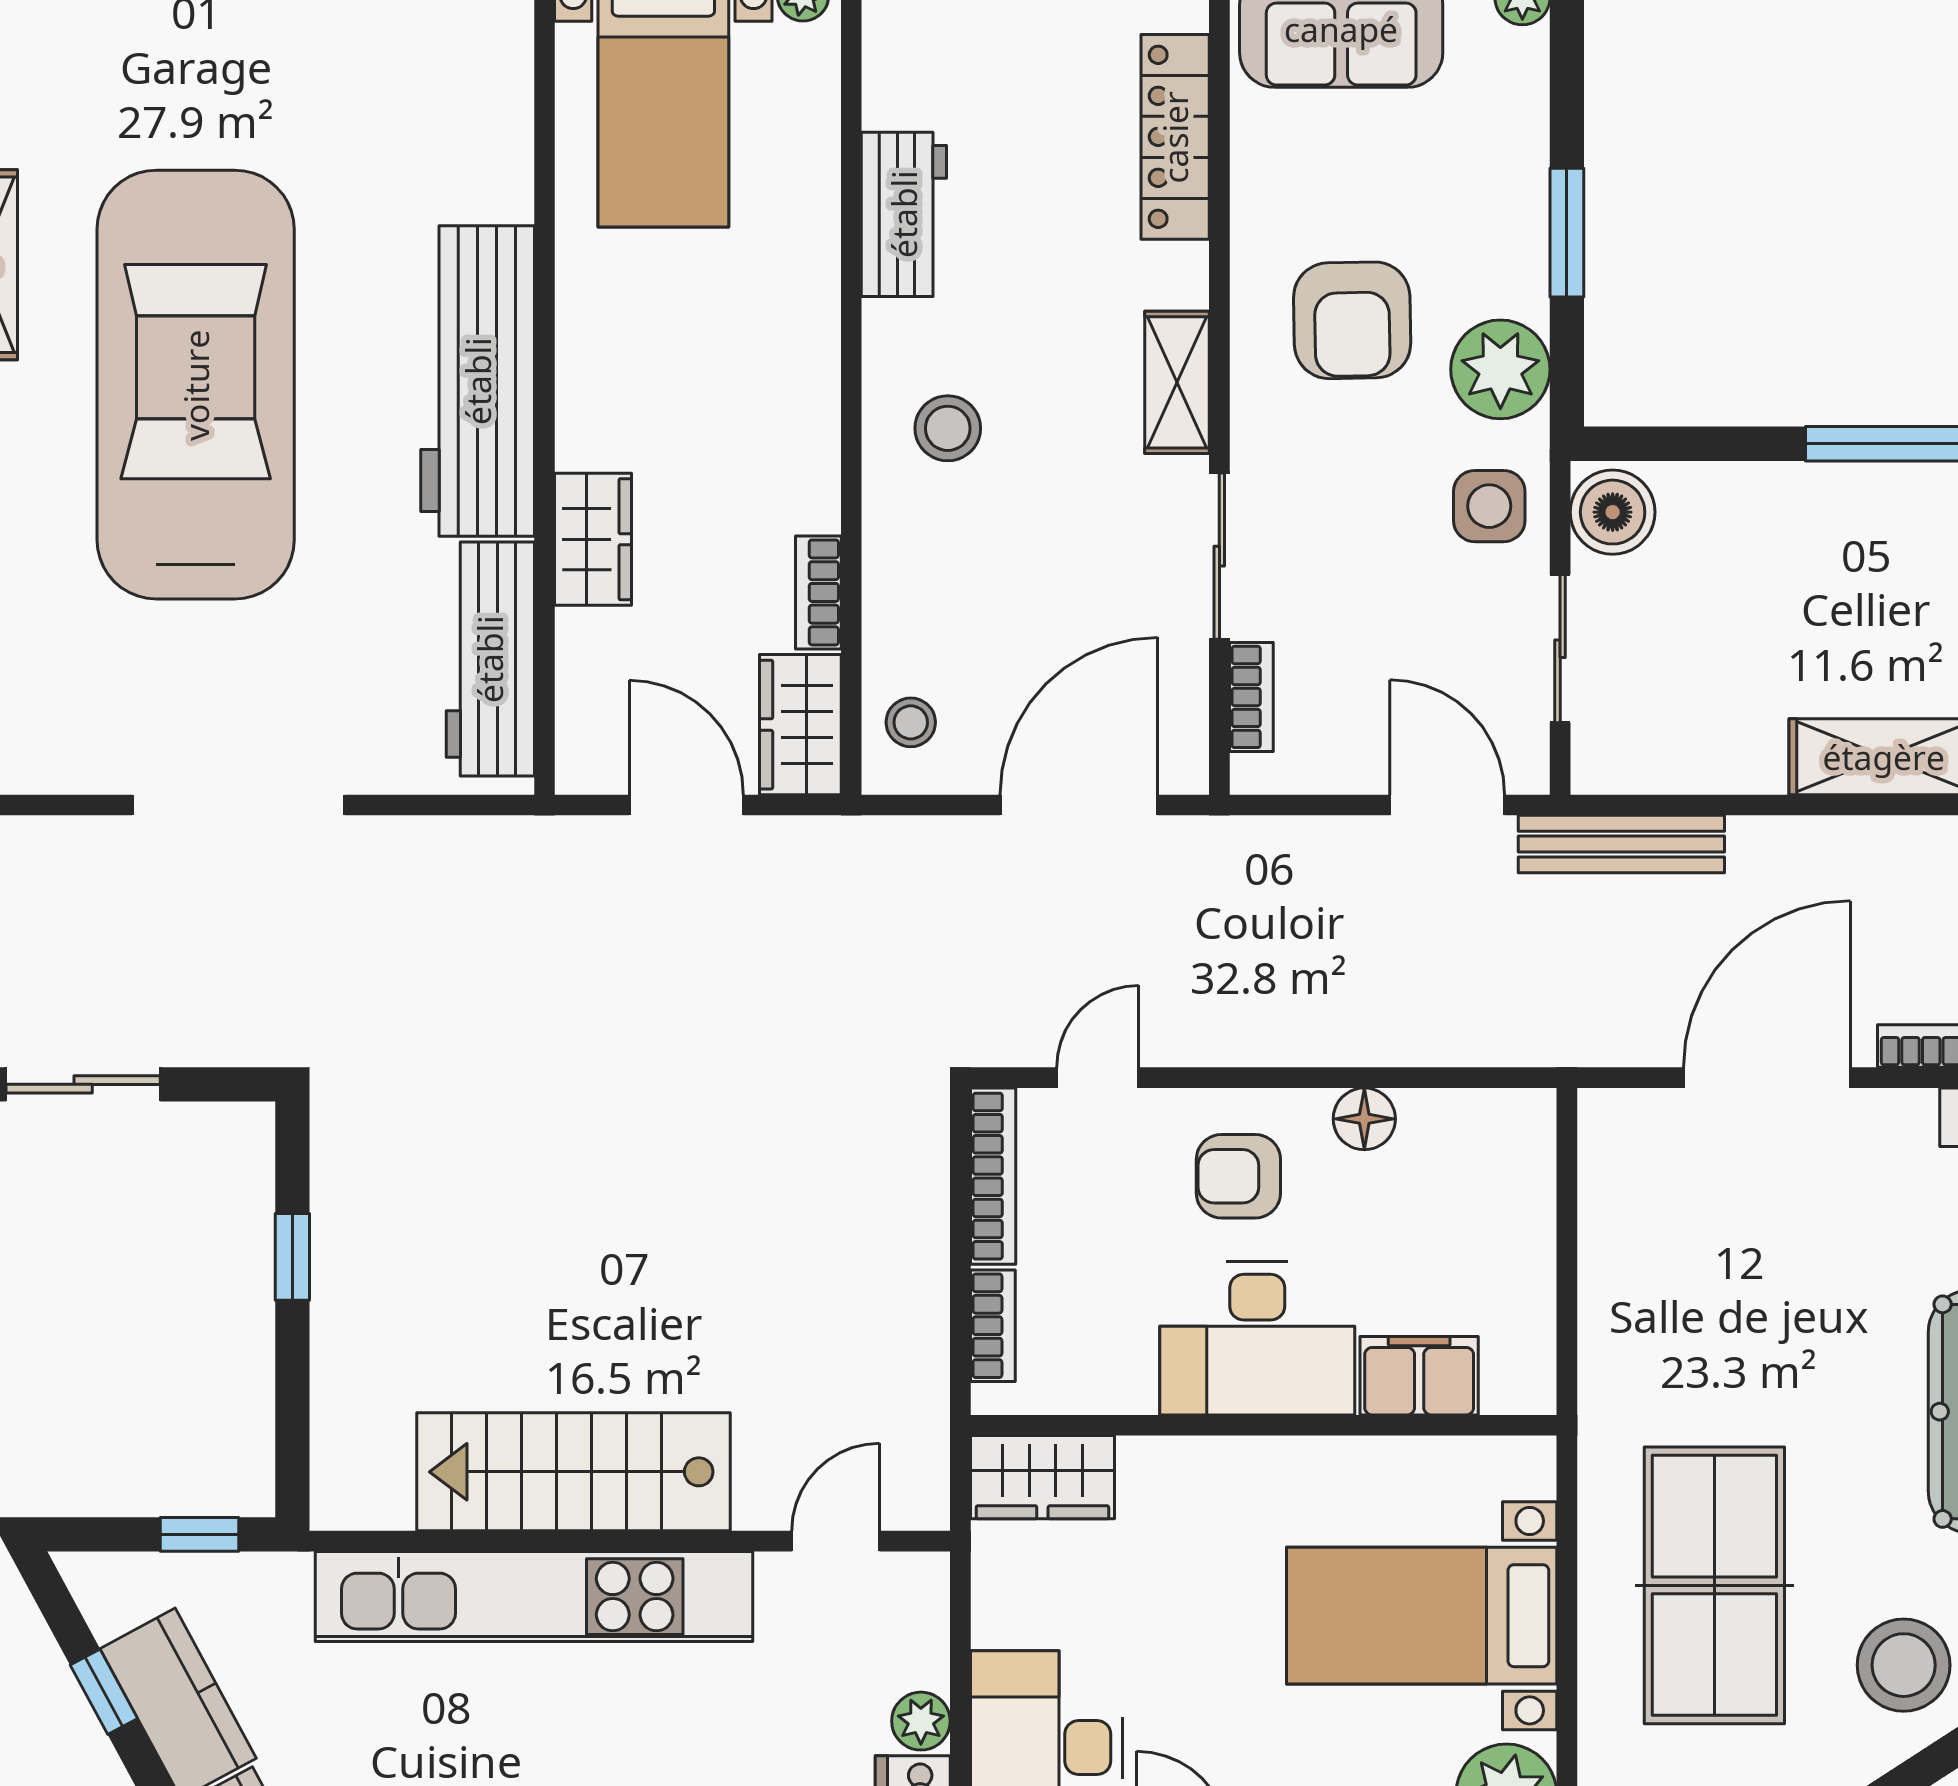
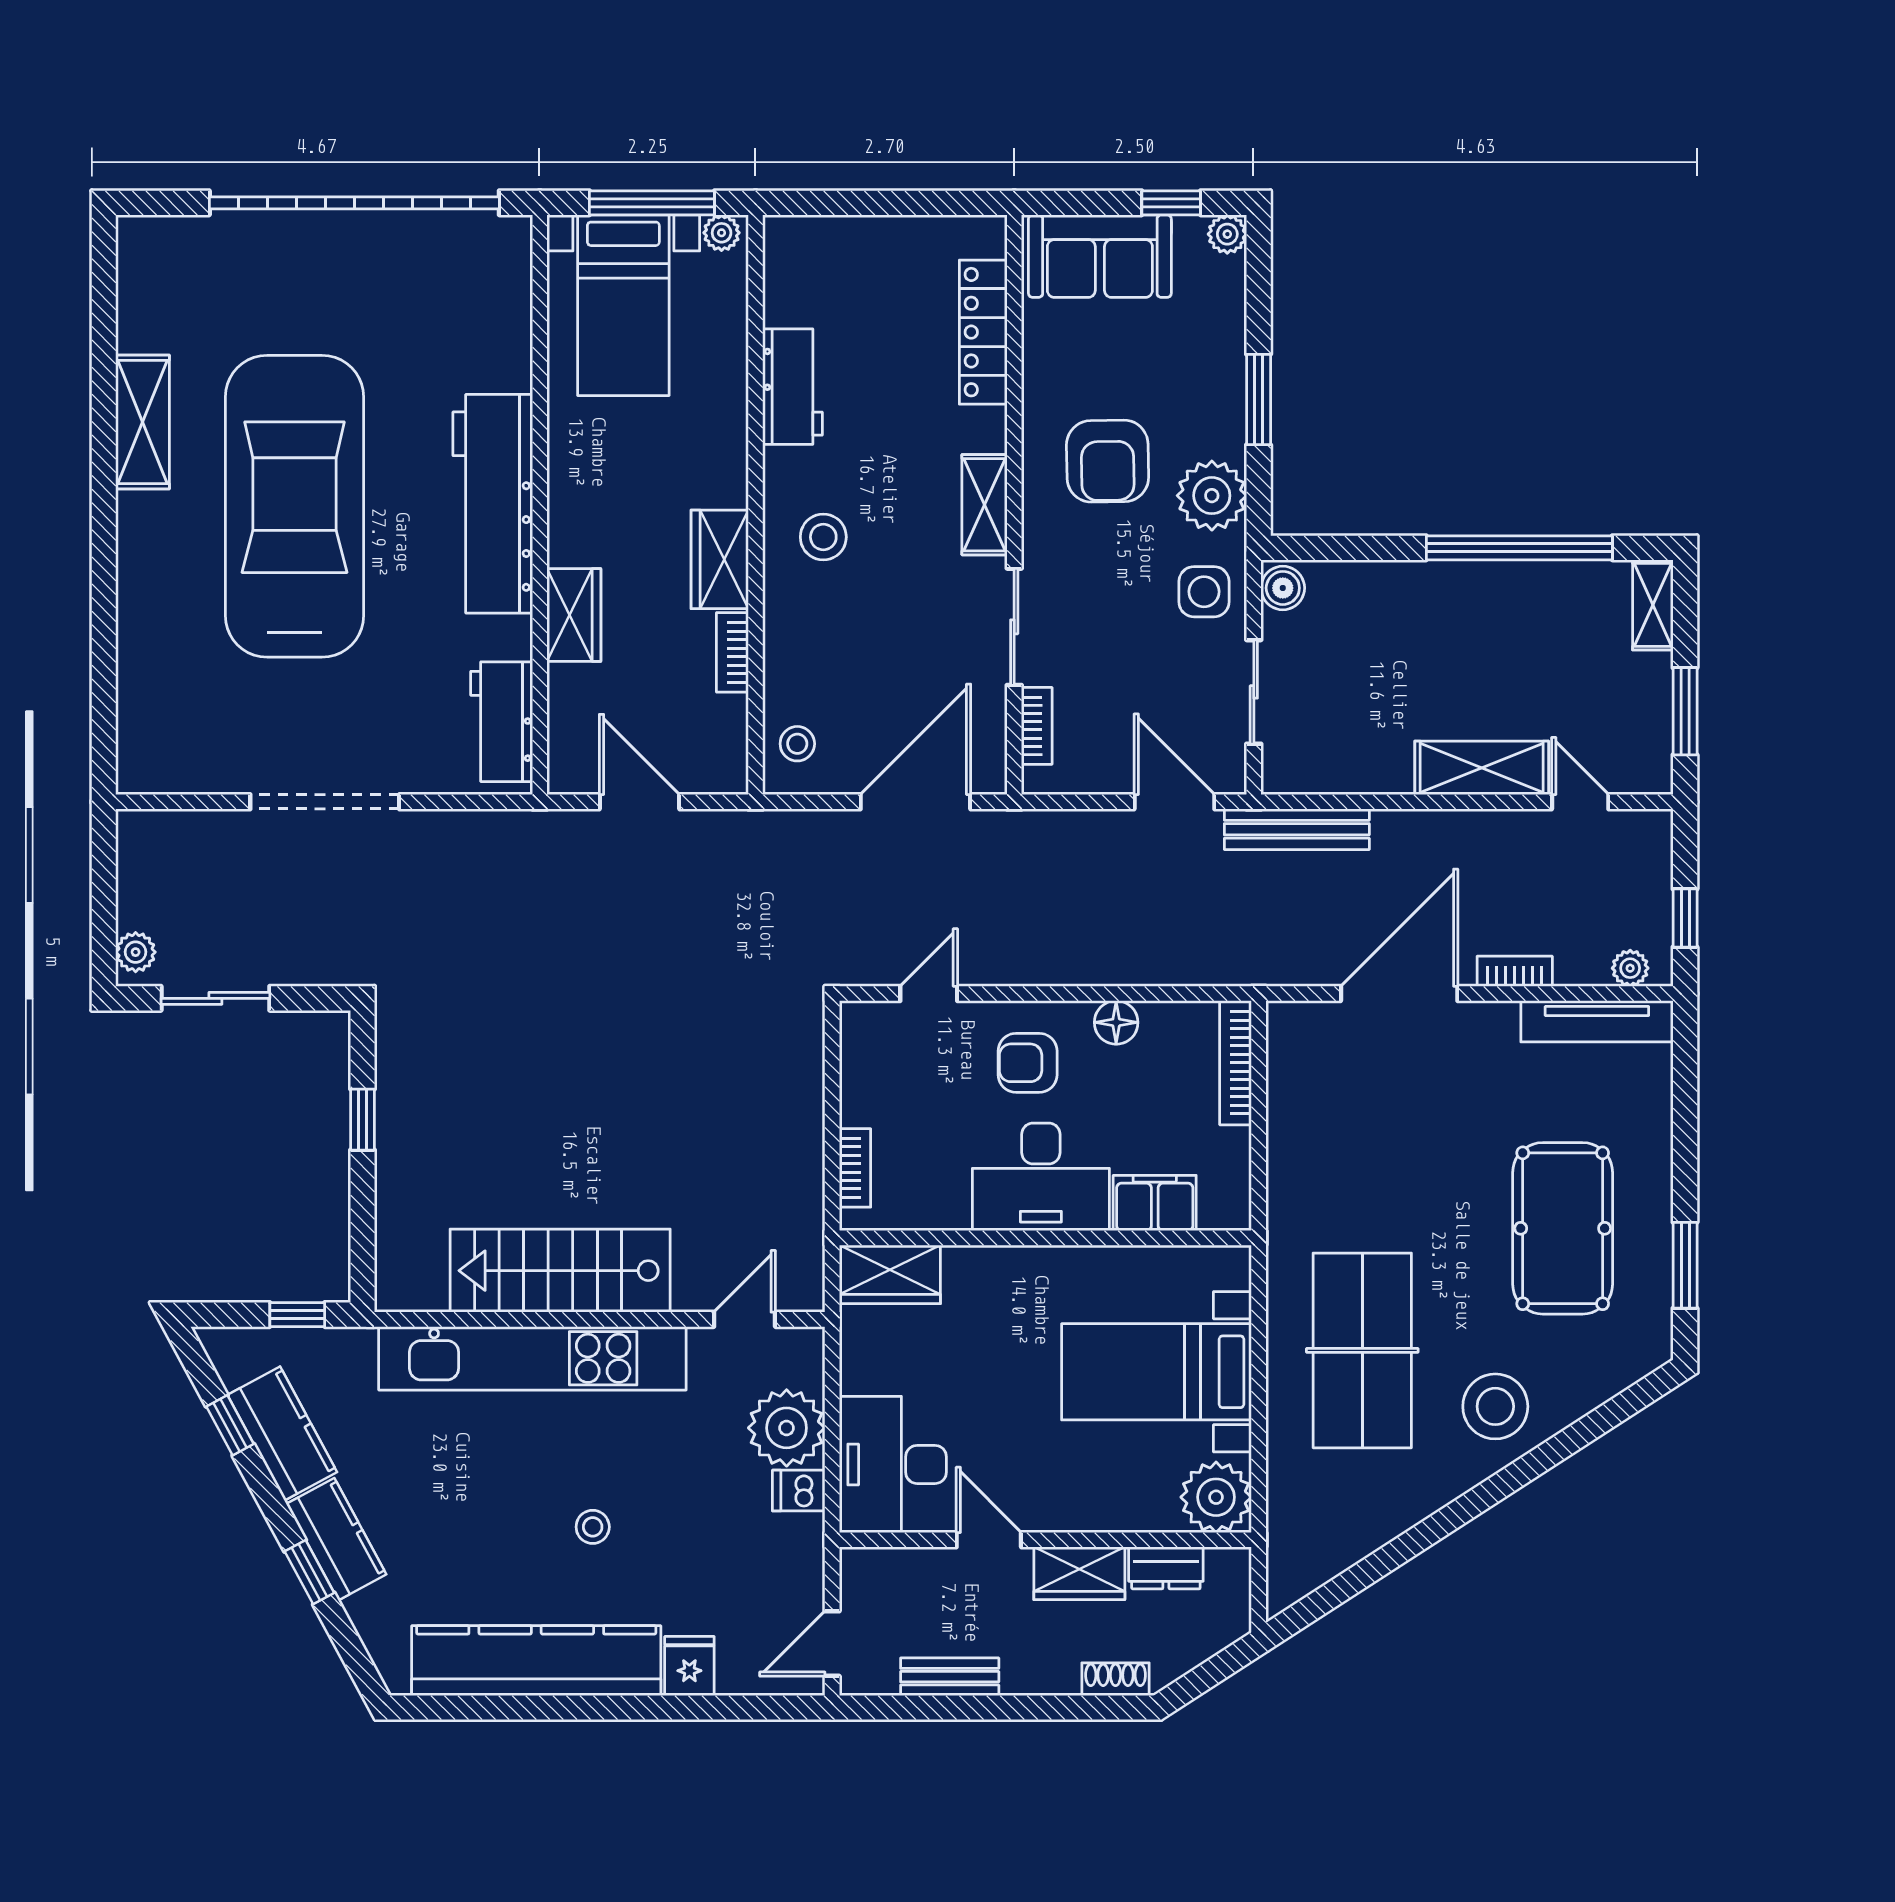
boiler: (1613, 512) -> (1283, 588), width x0.73, depth x0.73
workbench: (490, 659) -> (502, 722), width x0.73
wardrobe: (800, 725) -> (720, 559), moved
bookcase: (993, 1176) -> (1236, 1063), moved, turned 180
plant: (921, 1721) -> (787, 1428), width x1.88, depth x1.88

